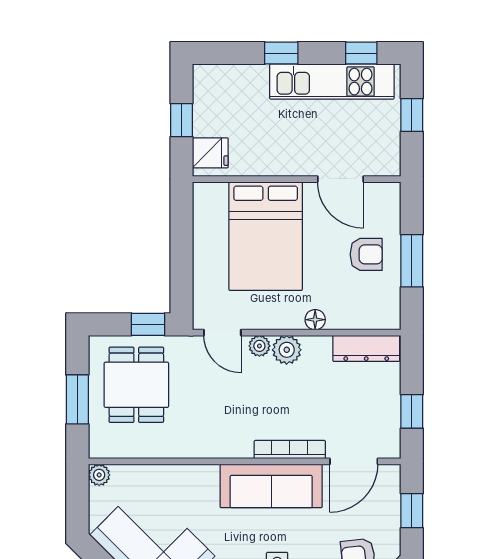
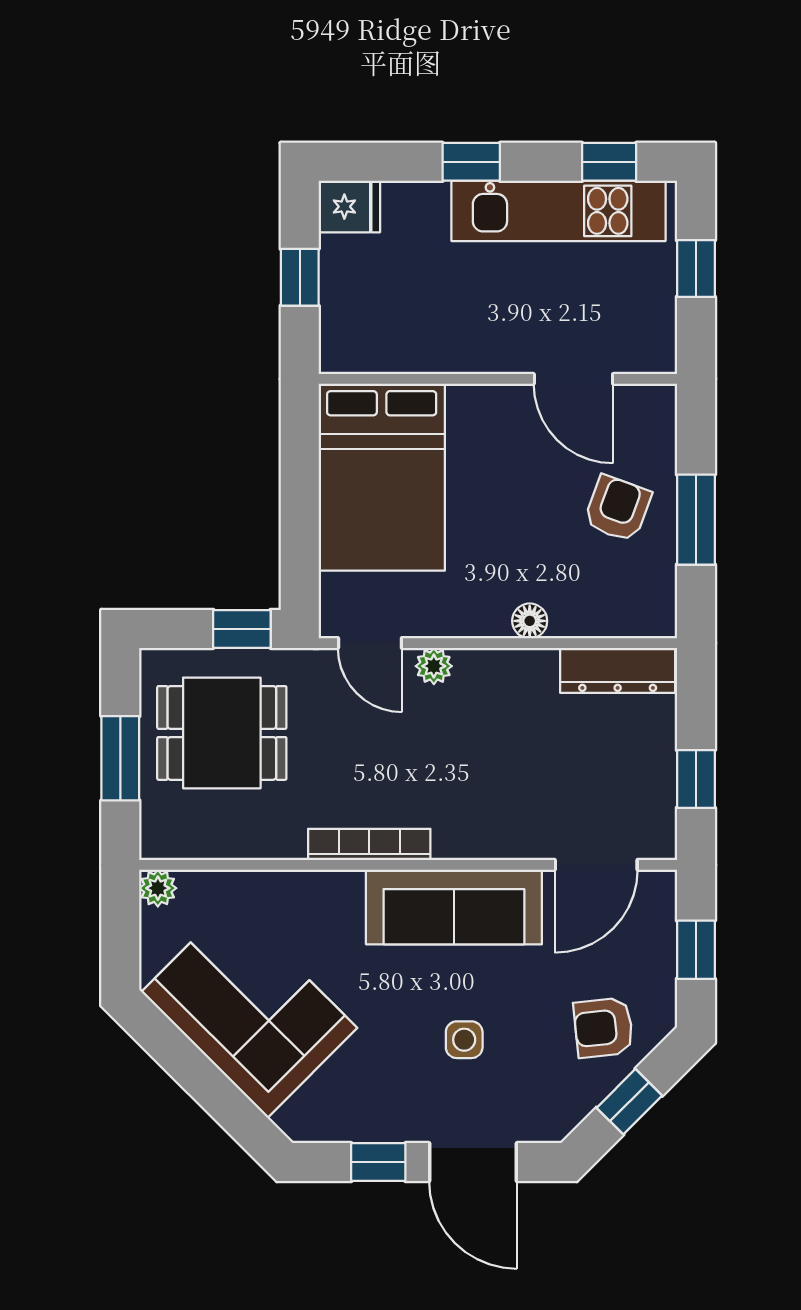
fridge: (210, 153) -> (349, 207), moved
bed: (266, 236) -> (382, 477), moved
armchair: (366, 254) -> (618, 508), turned -70
plant: (287, 350) -> (481, 673), removed
dining table: (136, 385) -> (222, 733), turned 90
bookcase: (290, 450) -> (369, 844), moved

